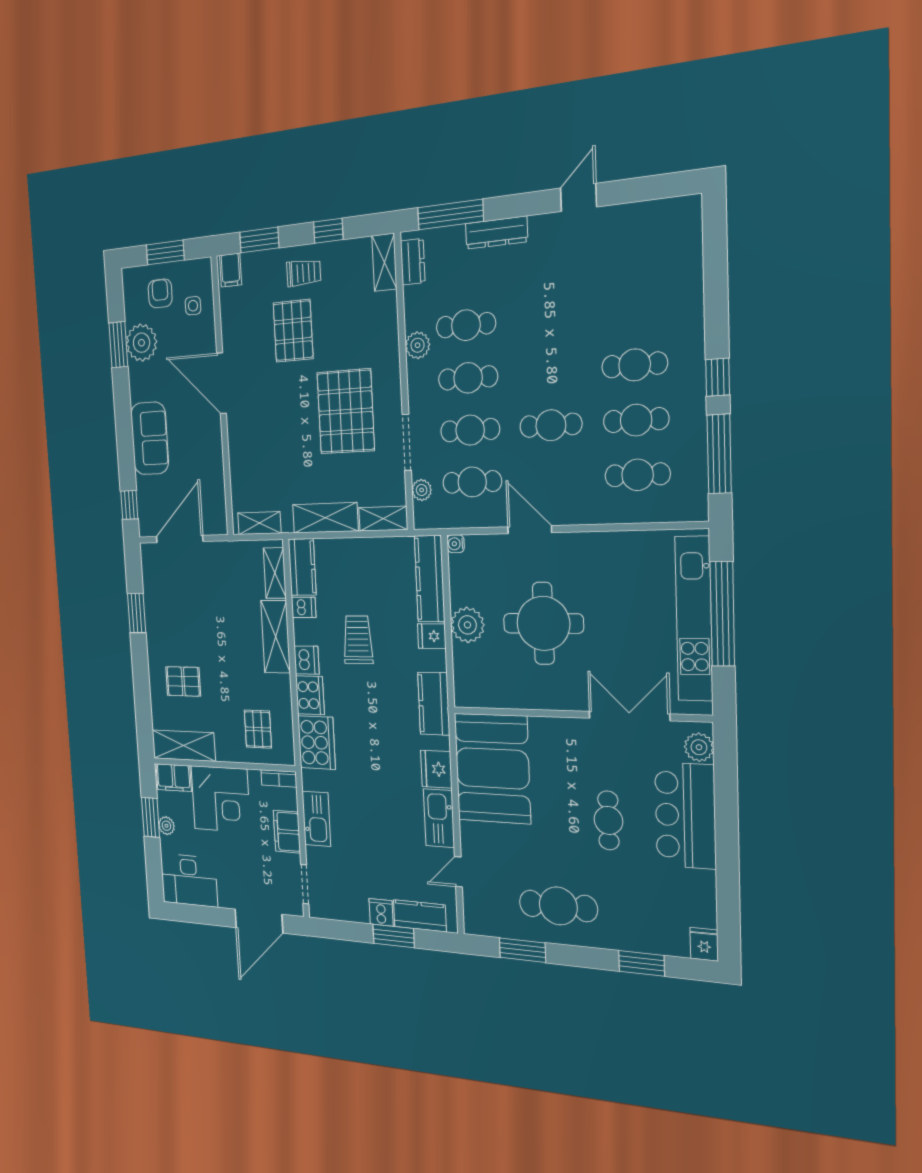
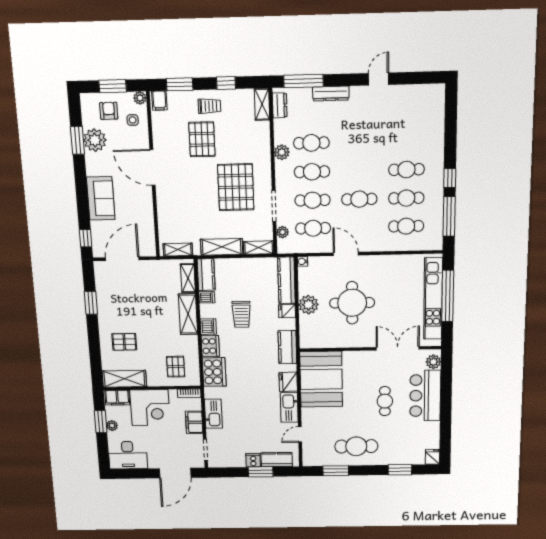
plant: (203, 268) -> (140, 98), added
trolley: (358, 640) -> (241, 314), turned 180

